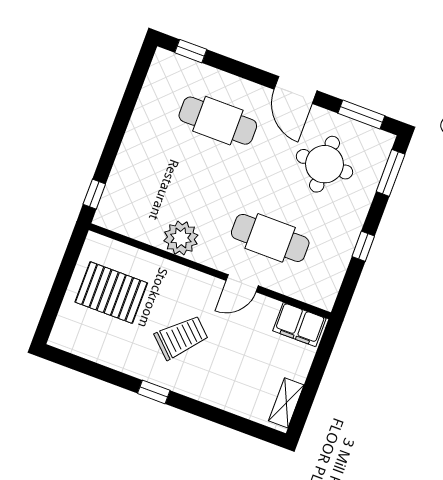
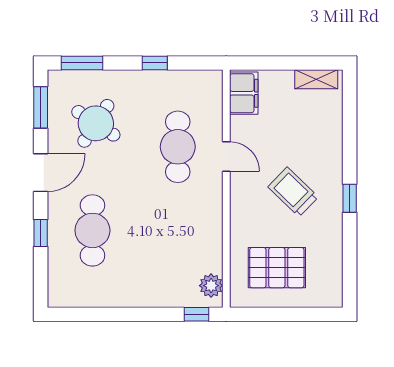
window: (191, 51) -> (41, 233), moved
round table: (324, 164) -> (96, 123), turned 33
plant: (181, 238) -> (211, 286), moved, width x0.73, depth x0.73
pallet: (111, 293) -> (277, 268), turned 90

